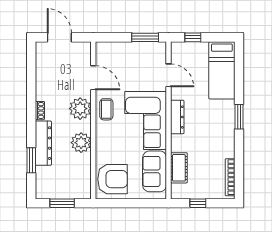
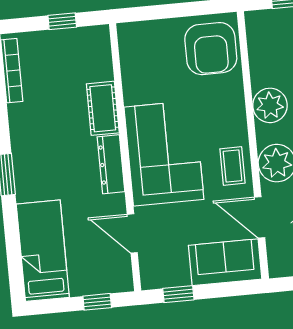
window: (145, 37) -> (178, 294), width x0.67
cot: (179, 168) -> (103, 108), moved
sofa: (155, 171) -> (225, 262), moved, turned -90
armchair: (113, 179) -> (211, 49), turned -90

